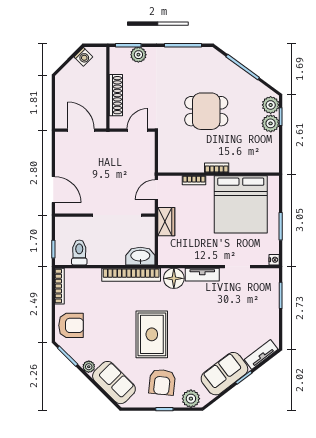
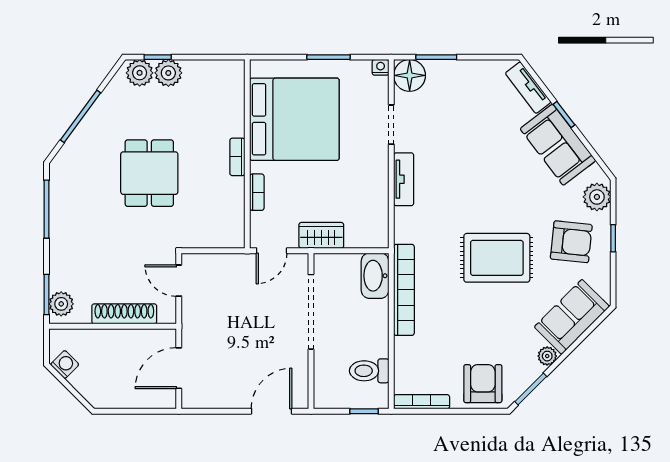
plant: (138, 55) -> (61, 304), moved
door: (156, 190) -> (272, 251), hinge flipped
floor lamp: (174, 278) -> (410, 75), moved

